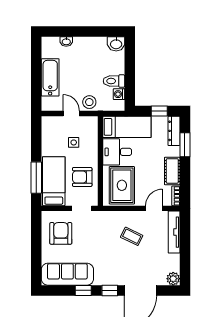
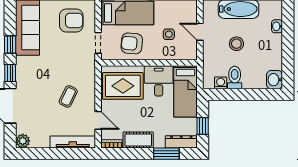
stool: (89, 102) -> (236, 44), moved
door: (71, 113) -> (200, 32), swing flipped
armchair: (82, 177) -> (132, 43), turned -85

